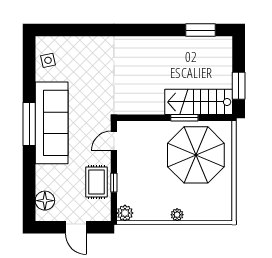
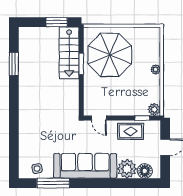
window: (201, 30) -> (14, 64), moved
window: (29, 124) -> (53, 183), moved
plant: (48, 177) -> (127, 169), added
window: (114, 183) -> (142, 118), moved

